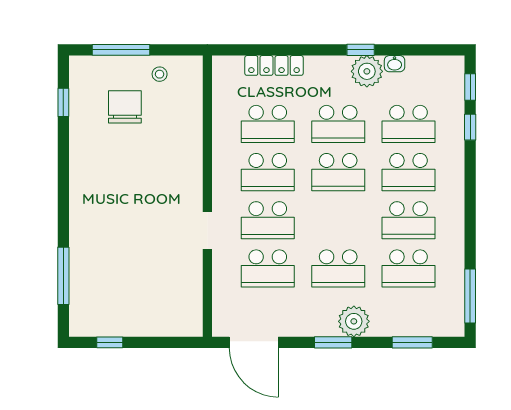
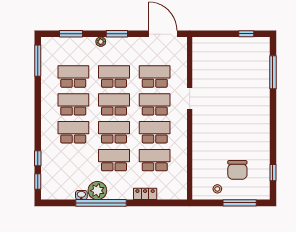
window: (361, 50) -> (101, 203), width x3.17
locker: (274, 65) -> (145, 194), width x0.66
school desk: (409, 124) -> (114, 104), moved
plant: (354, 321) -> (101, 42), width x0.53, depth x0.53

